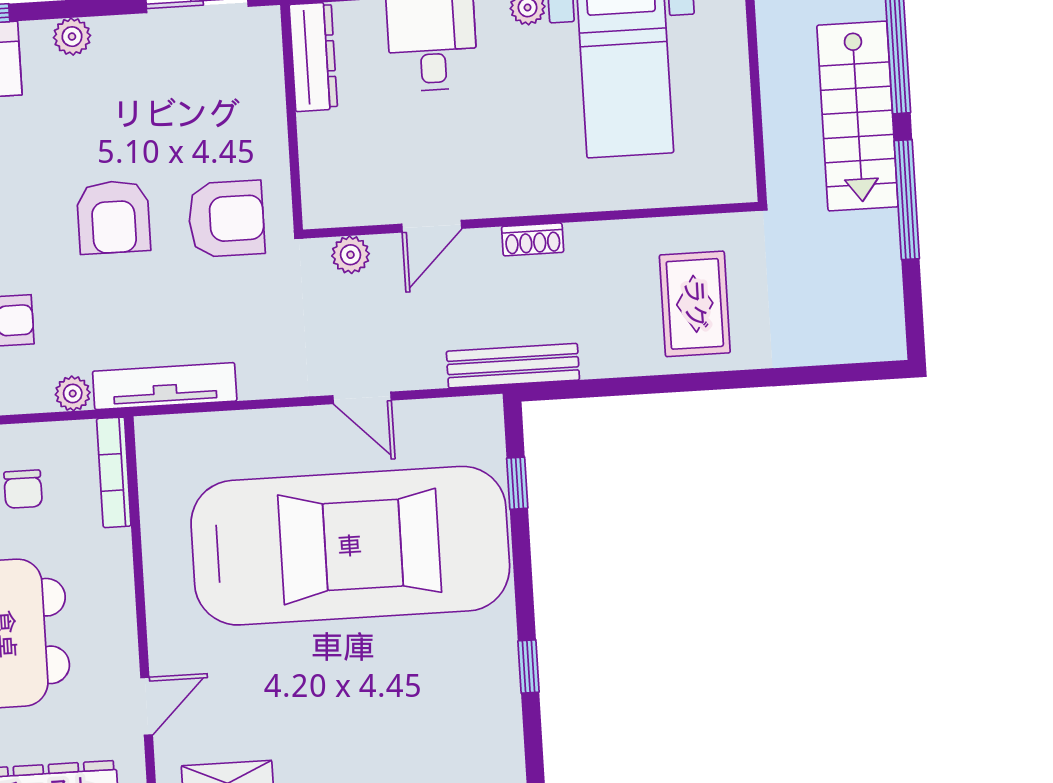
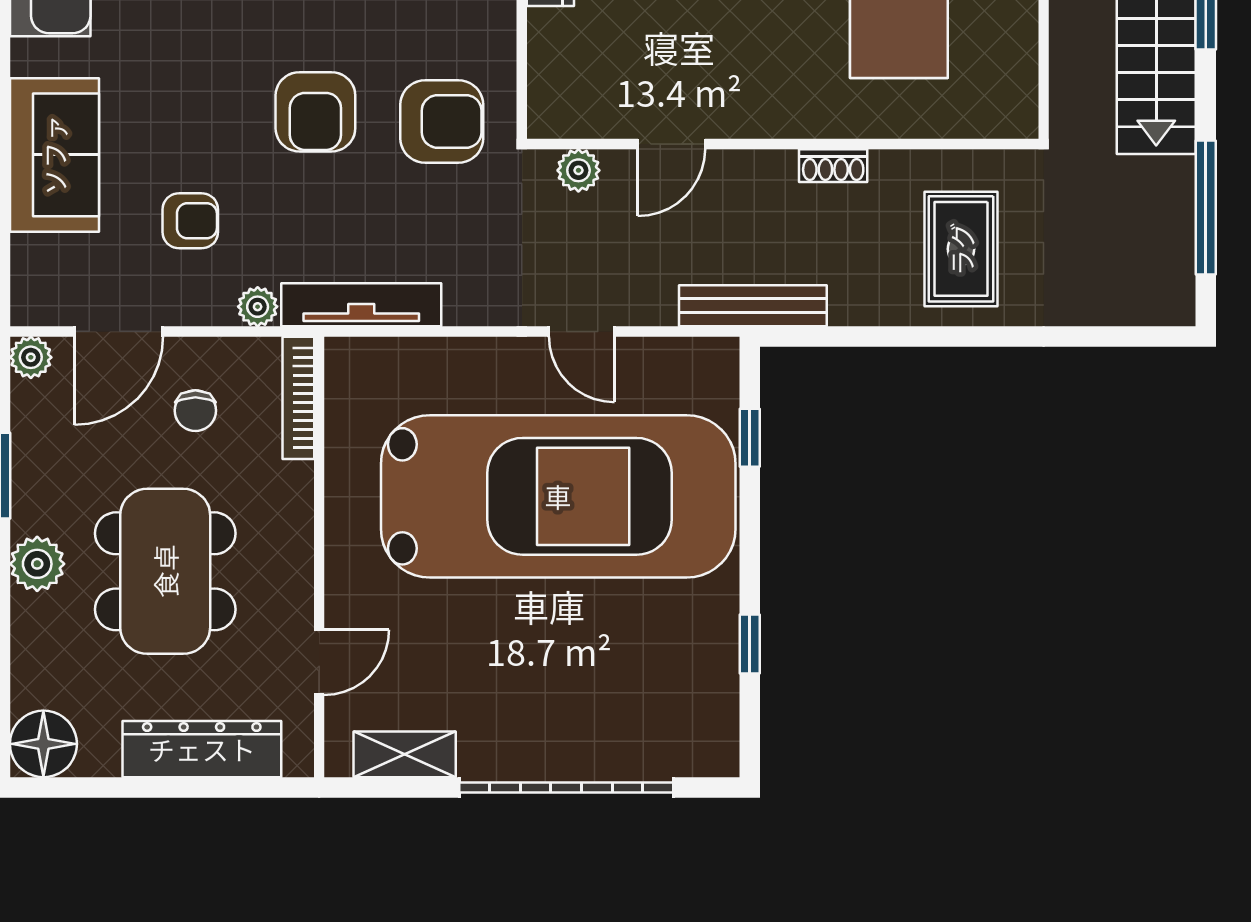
window: (907, 200) -> (1206, 207), moved
shoe rack: (533, 239) -> (833, 166), moved

